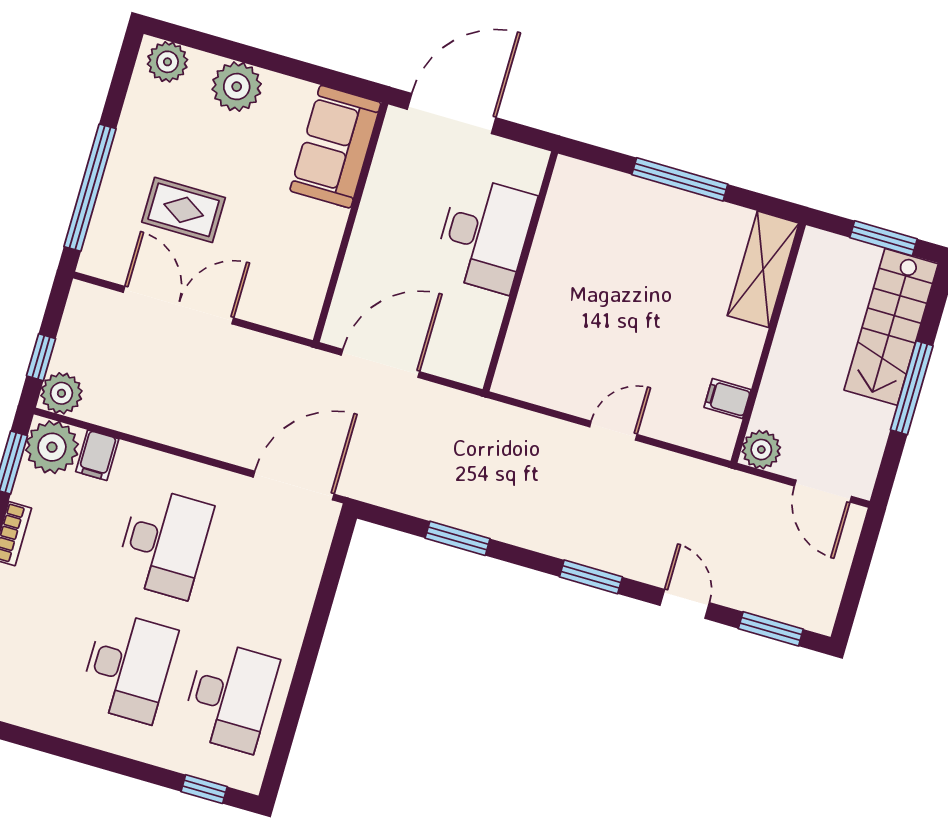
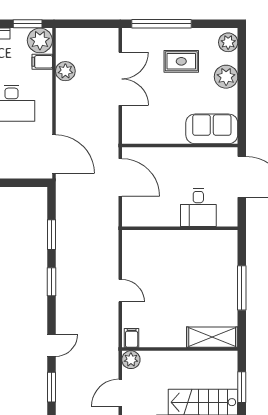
rug: (184, 210) -> (181, 61), moved, turned 90
desk: (485, 235) -> (198, 207), width x0.73
window: (41, 357) -> (79, 24), removed
plant: (61, 393) -> (65, 71), moved
filing cabinet: (728, 399) -> (132, 338), moved
window: (591, 577) -> (52, 282), moved

